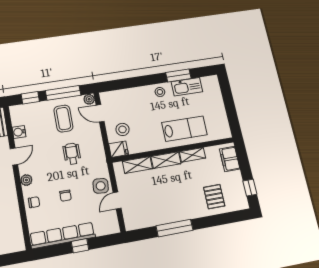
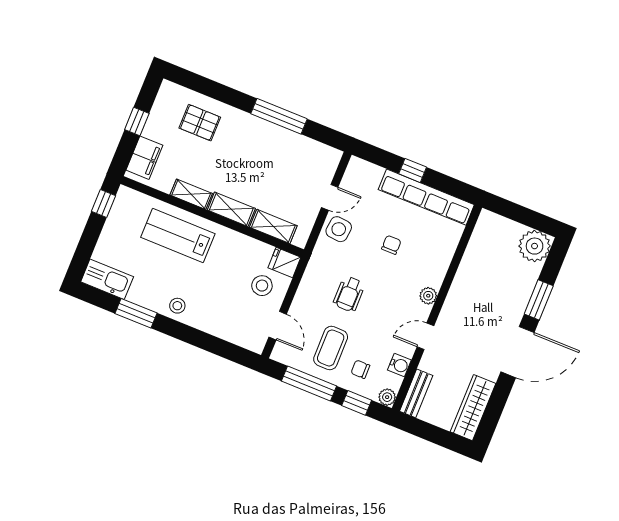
kitchen sink: (187, 87) -> (107, 279), moved
plant: (89, 99) -> (387, 397), moved
window: (234, 122) -> (103, 204), added
window: (250, 188) -> (137, 121), moved
pallet: (214, 197) -> (200, 123), turned 90
chair: (34, 202) -> (360, 369), moved

